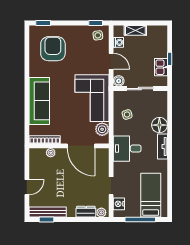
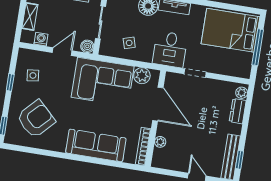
window: (96, 23) -> (10, 82), moved
side table: (98, 35) -> (33, 75), moved
armchair: (53, 49) -> (36, 119), turned 134
door: (81, 146) -> (158, 104), hinge flipped
doorway: (111, 186) -> (195, 73), moved
bed: (151, 195) -> (231, 30), width x1.50
nightstand: (119, 204) -> (235, 70), removed

